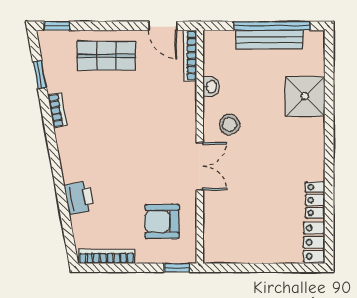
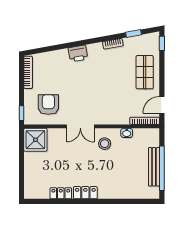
shower: (305, 96) -> (35, 140), moved
printer: (79, 198) -> (78, 53), moved
locker: (314, 242) -> (85, 193), moved

